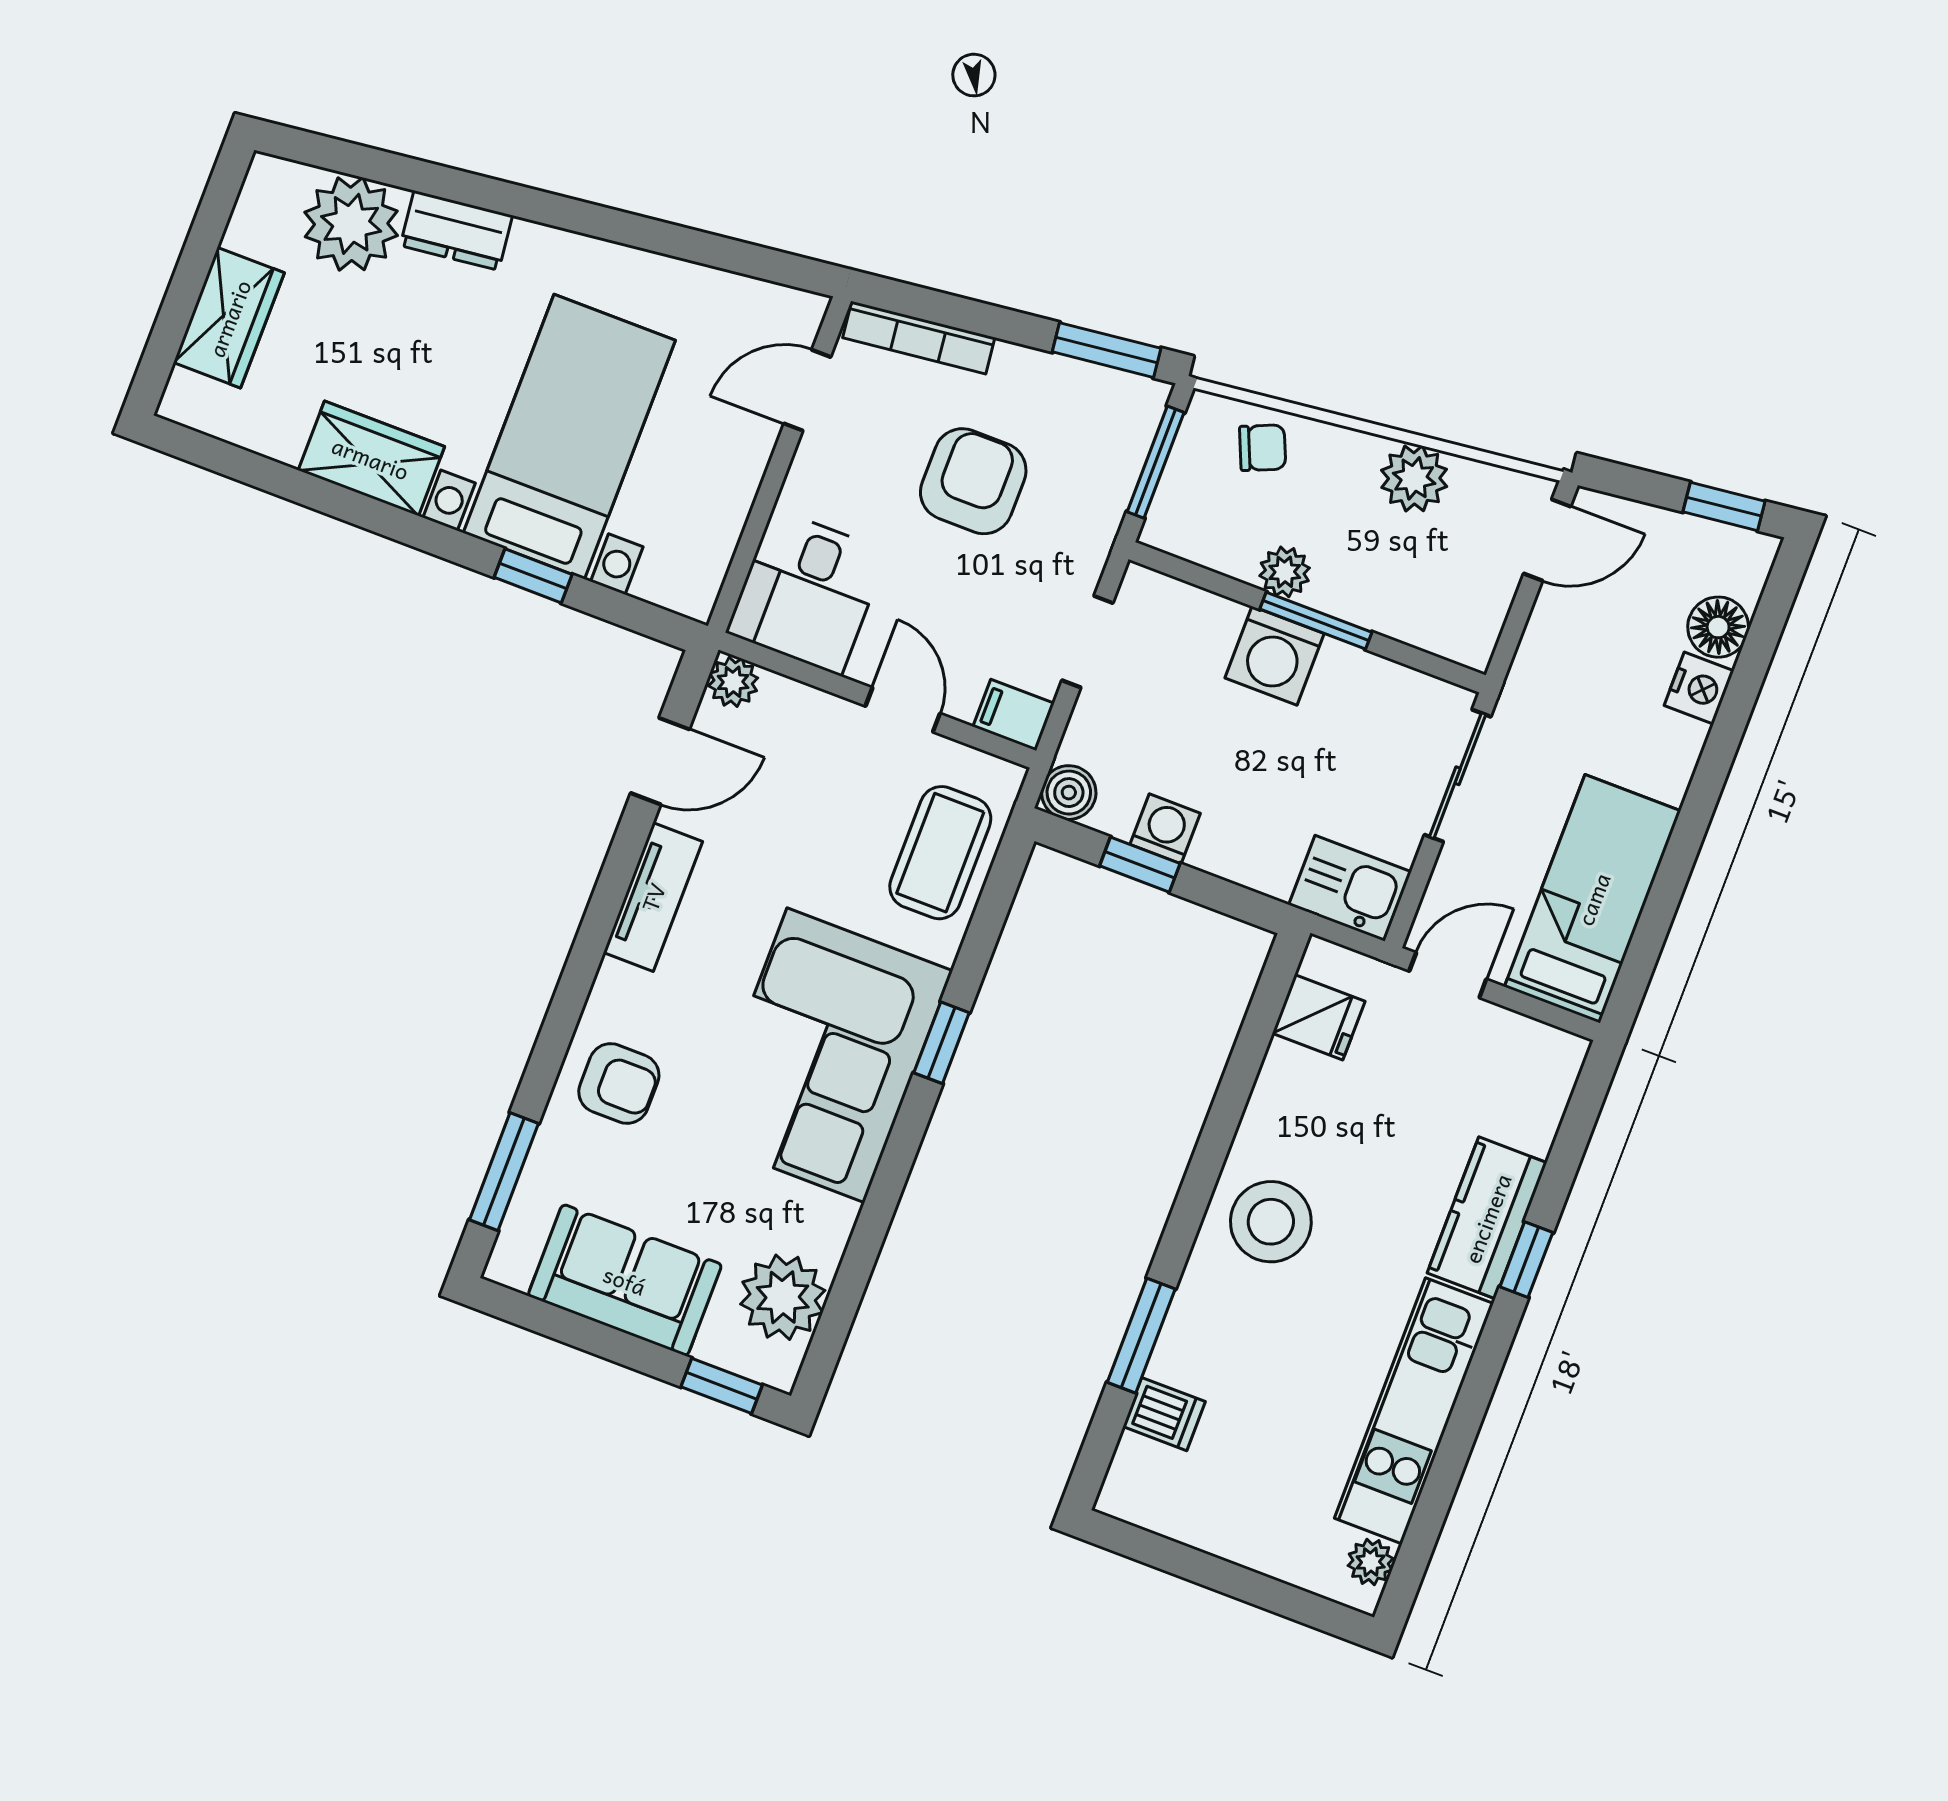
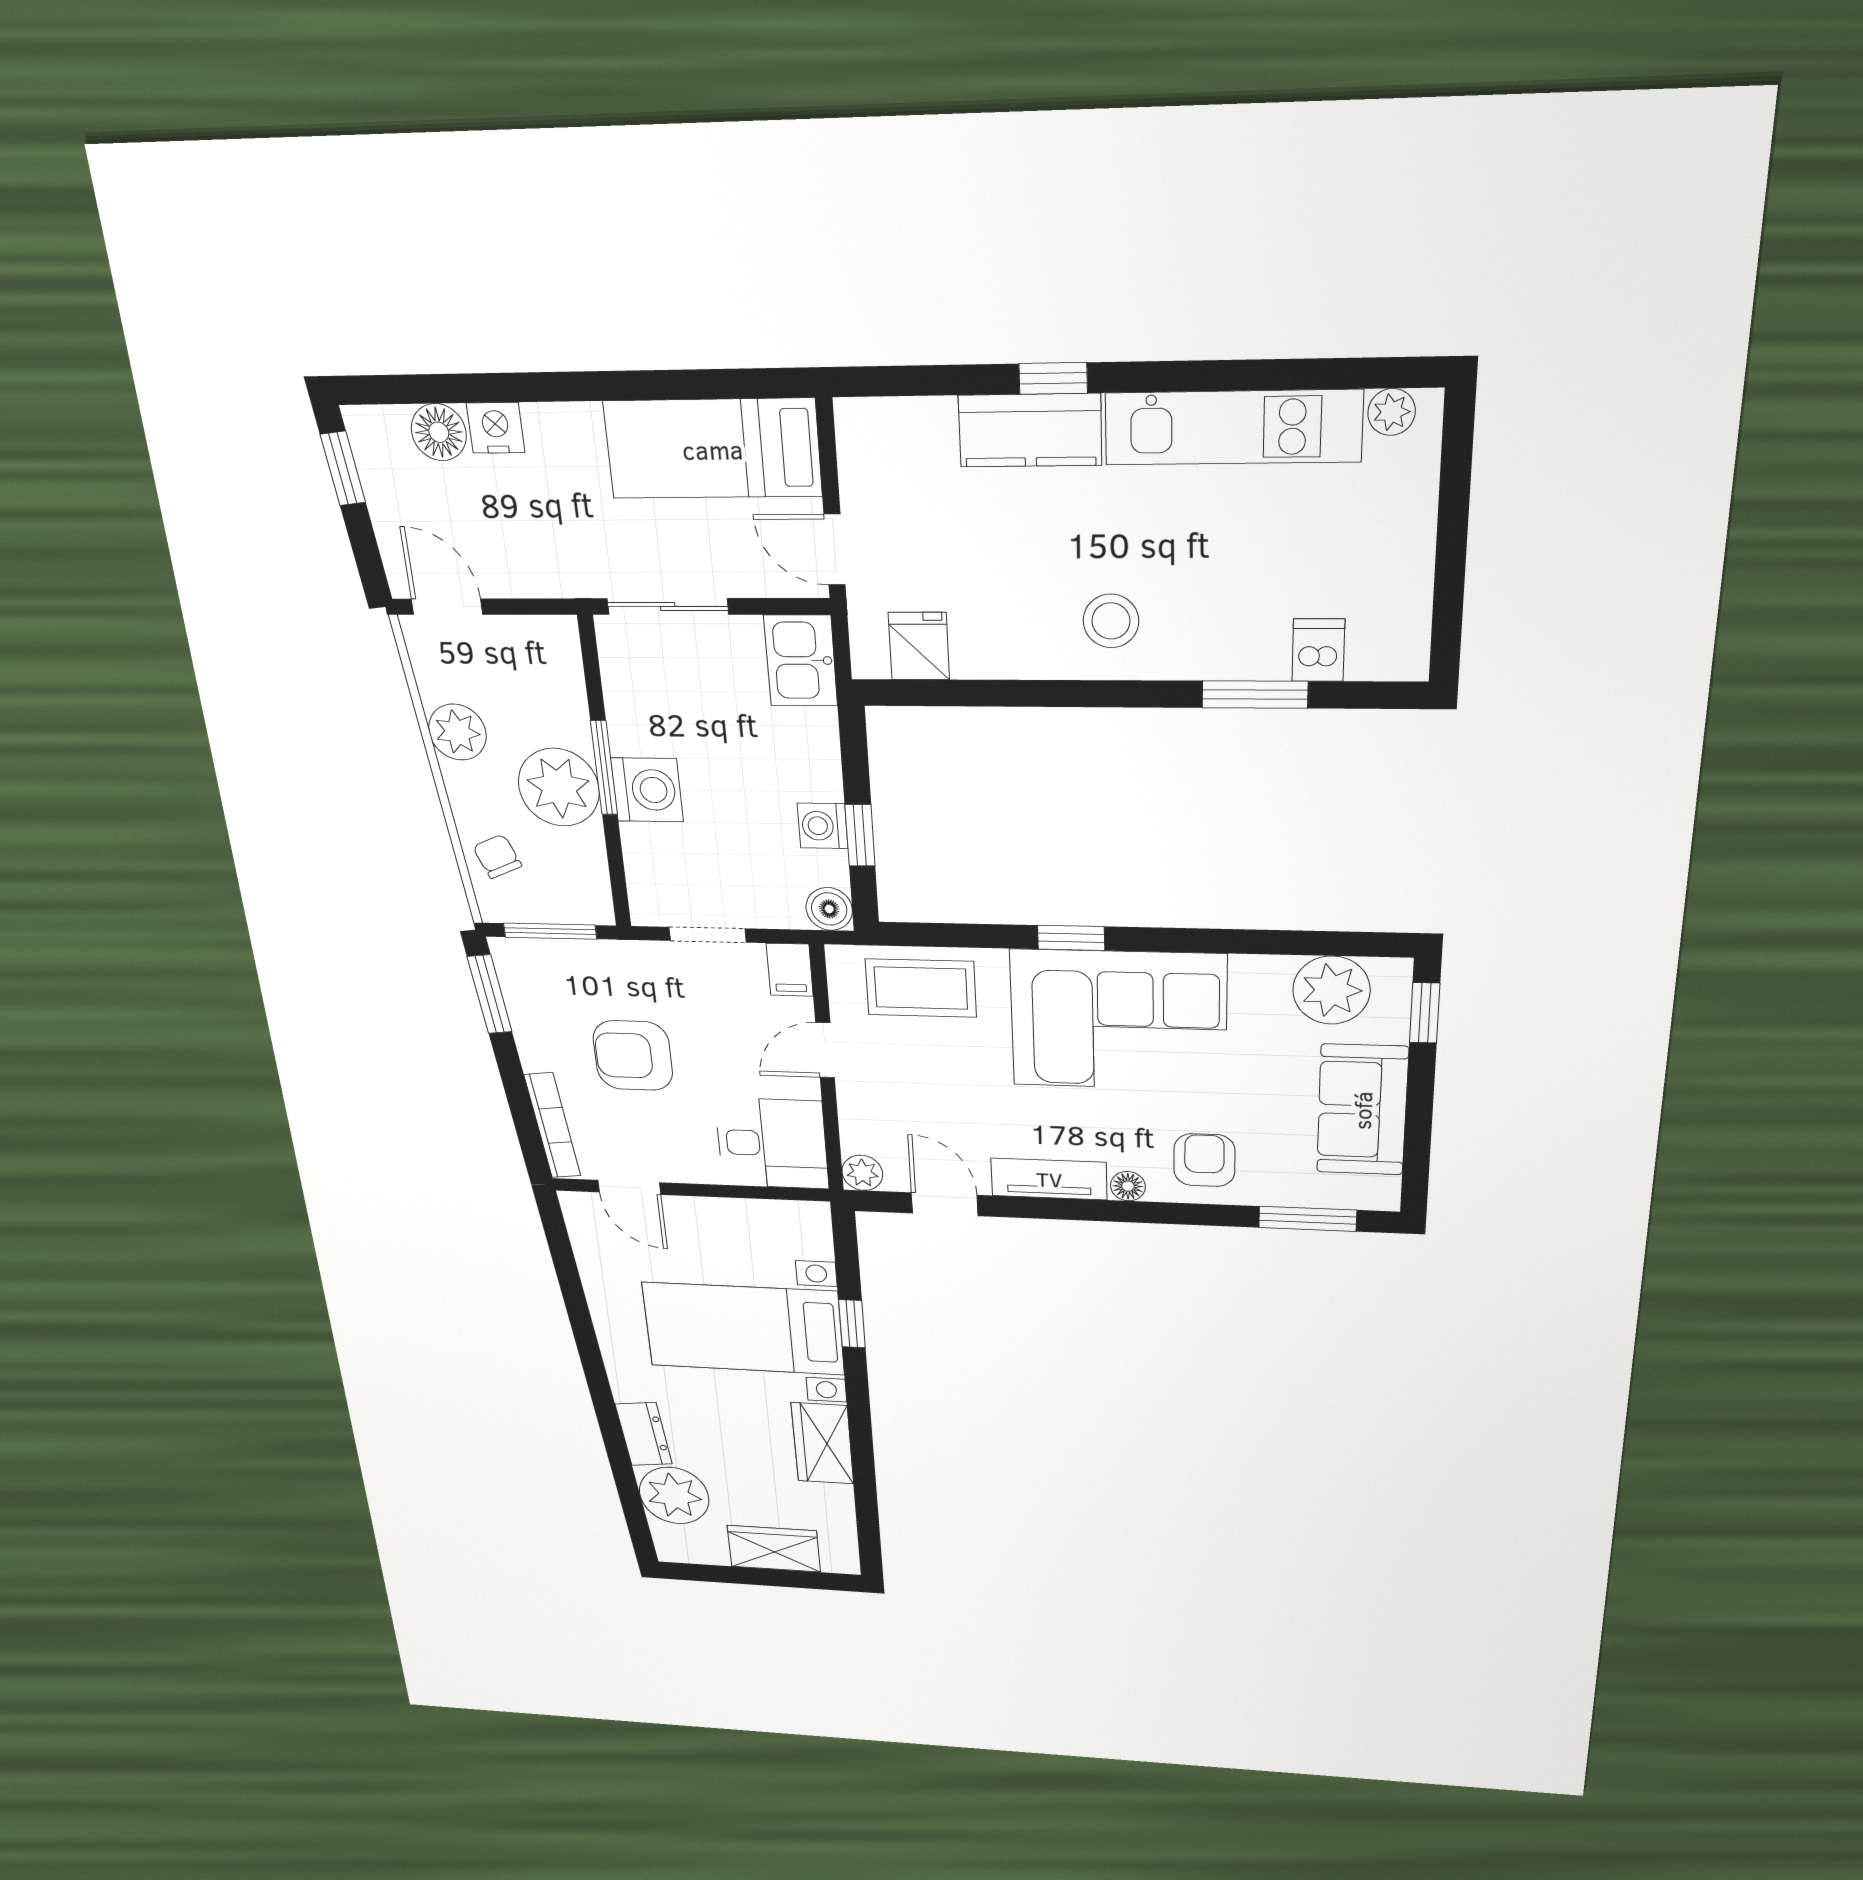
plant: (1285, 572) -> (559, 787), width x1.88, depth x1.88
floor lamp: (614, 984) -> (1128, 1186), added
stool: (1271, 1222) -> (1111, 621), width x0.73, depth x0.73

